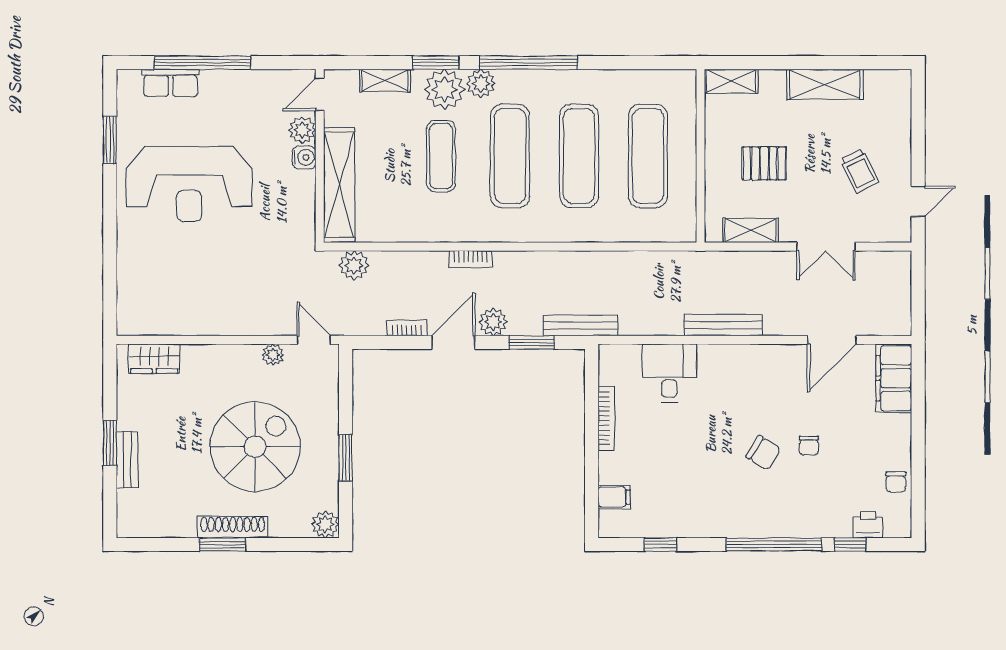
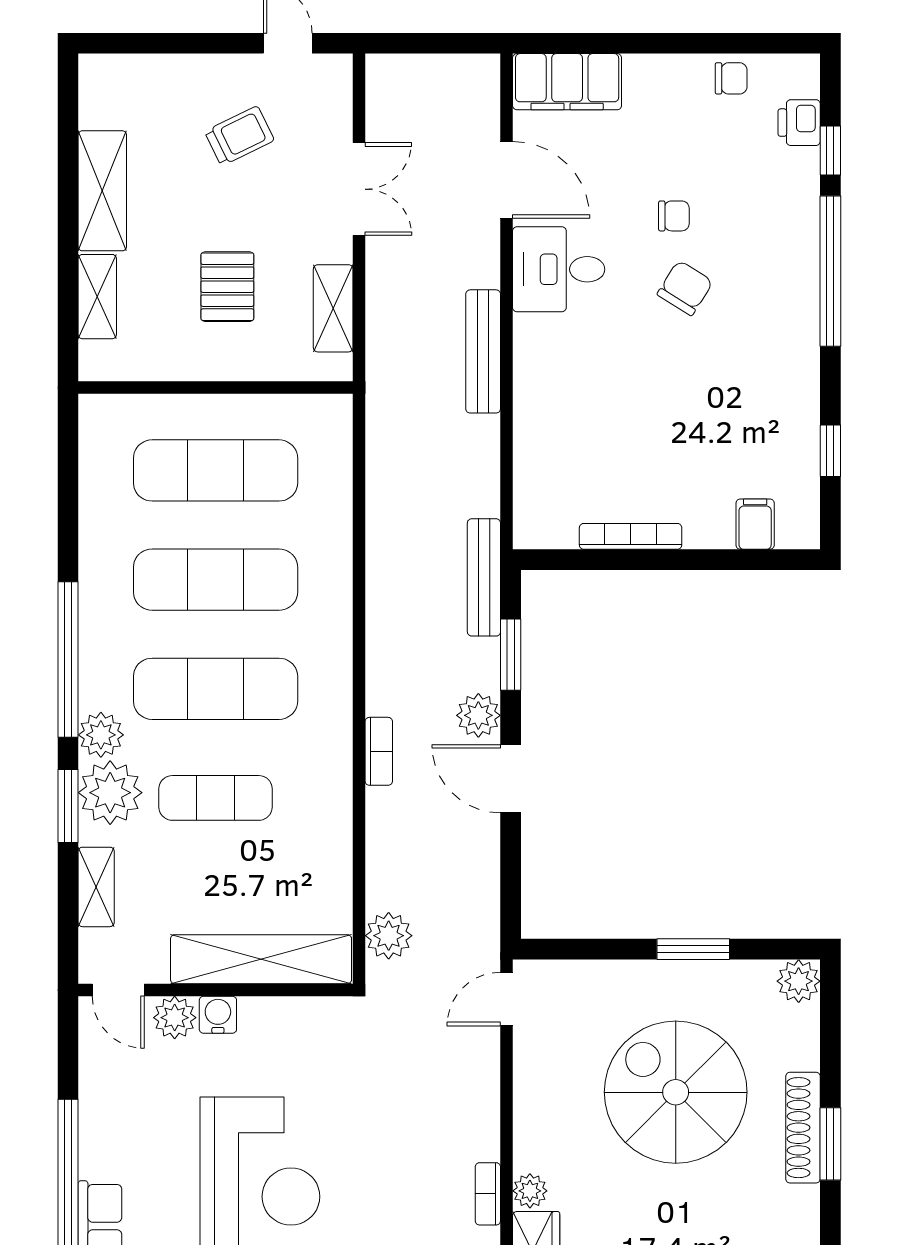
shelving: (731, 81) -> (97, 297), moved
bookcase: (407, 328) -> (488, 1194), moved
plant: (273, 355) -> (530, 1191), moved
desk: (669, 373) -> (559, 269), moved

